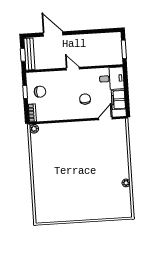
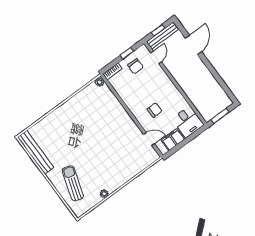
door: (73, 69) -> (156, 57), moved
sun lounger: (101, 203) -> (73, 183), added
bench: (57, 217) -> (36, 152), added

